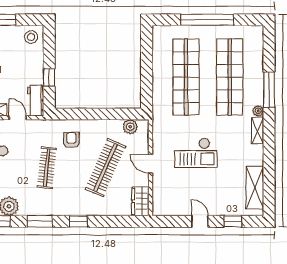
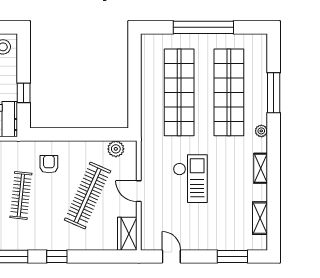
window: (269, 90) -> (274, 93), moved
shelving: (258, 131) -> (261, 168), moved
checkout: (196, 153) -> (190, 179), turned -90
shelving: (255, 188) -> (260, 218), width x0.67, depth x0.75
door: (200, 221) -> (171, 256), moved
window: (233, 221) -> (232, 256), width x1.50

